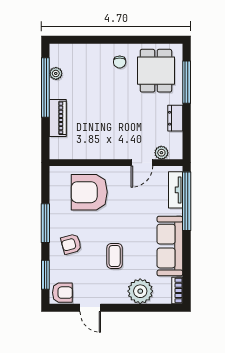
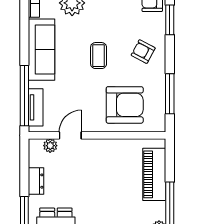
piano: (58, 118) -> (154, 174), width x1.37, depth x1.33
window: (45, 223) -> (170, 94), moved
armchair: (71, 244) -> (143, 52), turned -137
coffee table: (115, 256) -> (99, 56), moved

